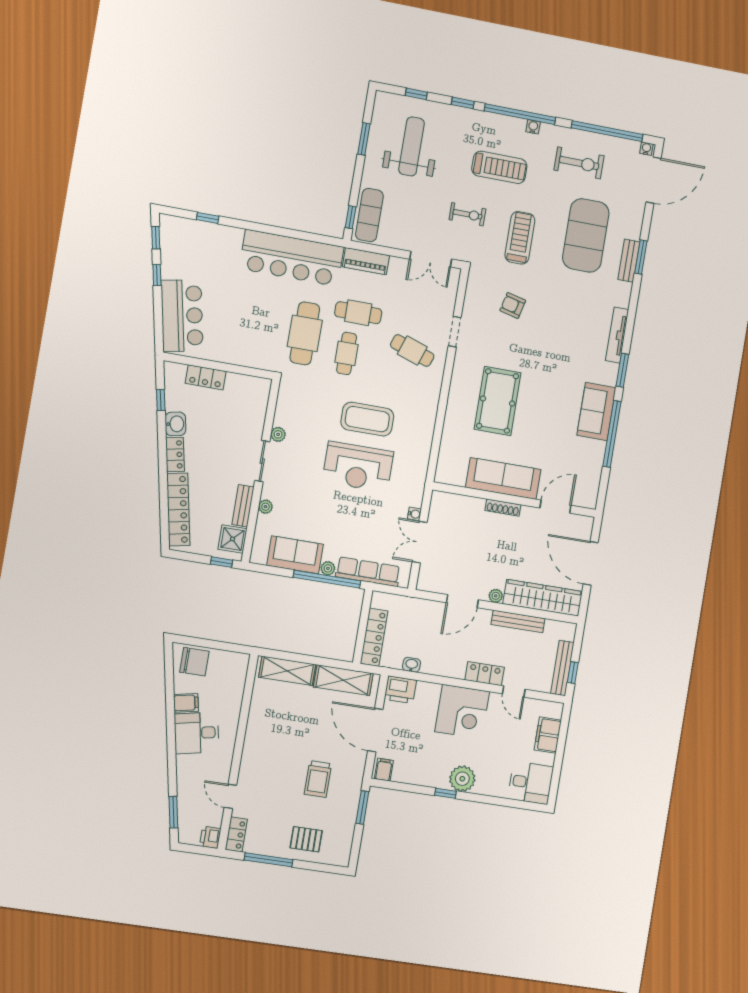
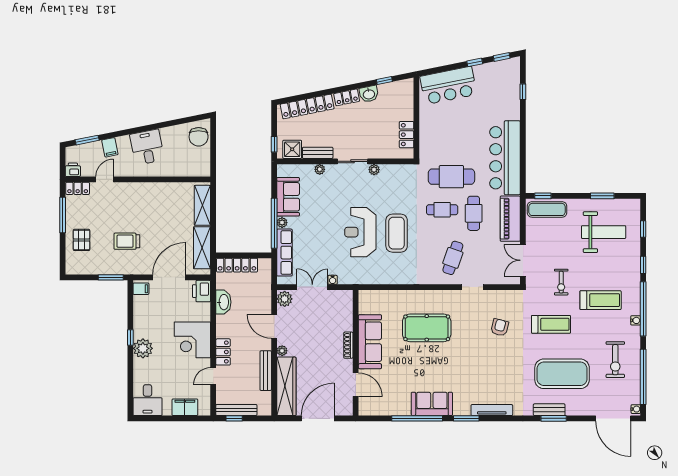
treadmill: (499, 167) -> (601, 300), turned -90
piano: (366, 261) -> (510, 219), width x1.37, depth x1.33
locker: (206, 377) -> (407, 135), moved
plant: (429, 581) -> (285, 299), added
washbasin: (412, 665) -> (223, 302), width x1.91, depth x1.45
filing cabinet: (186, 703) -> (110, 147), moved

